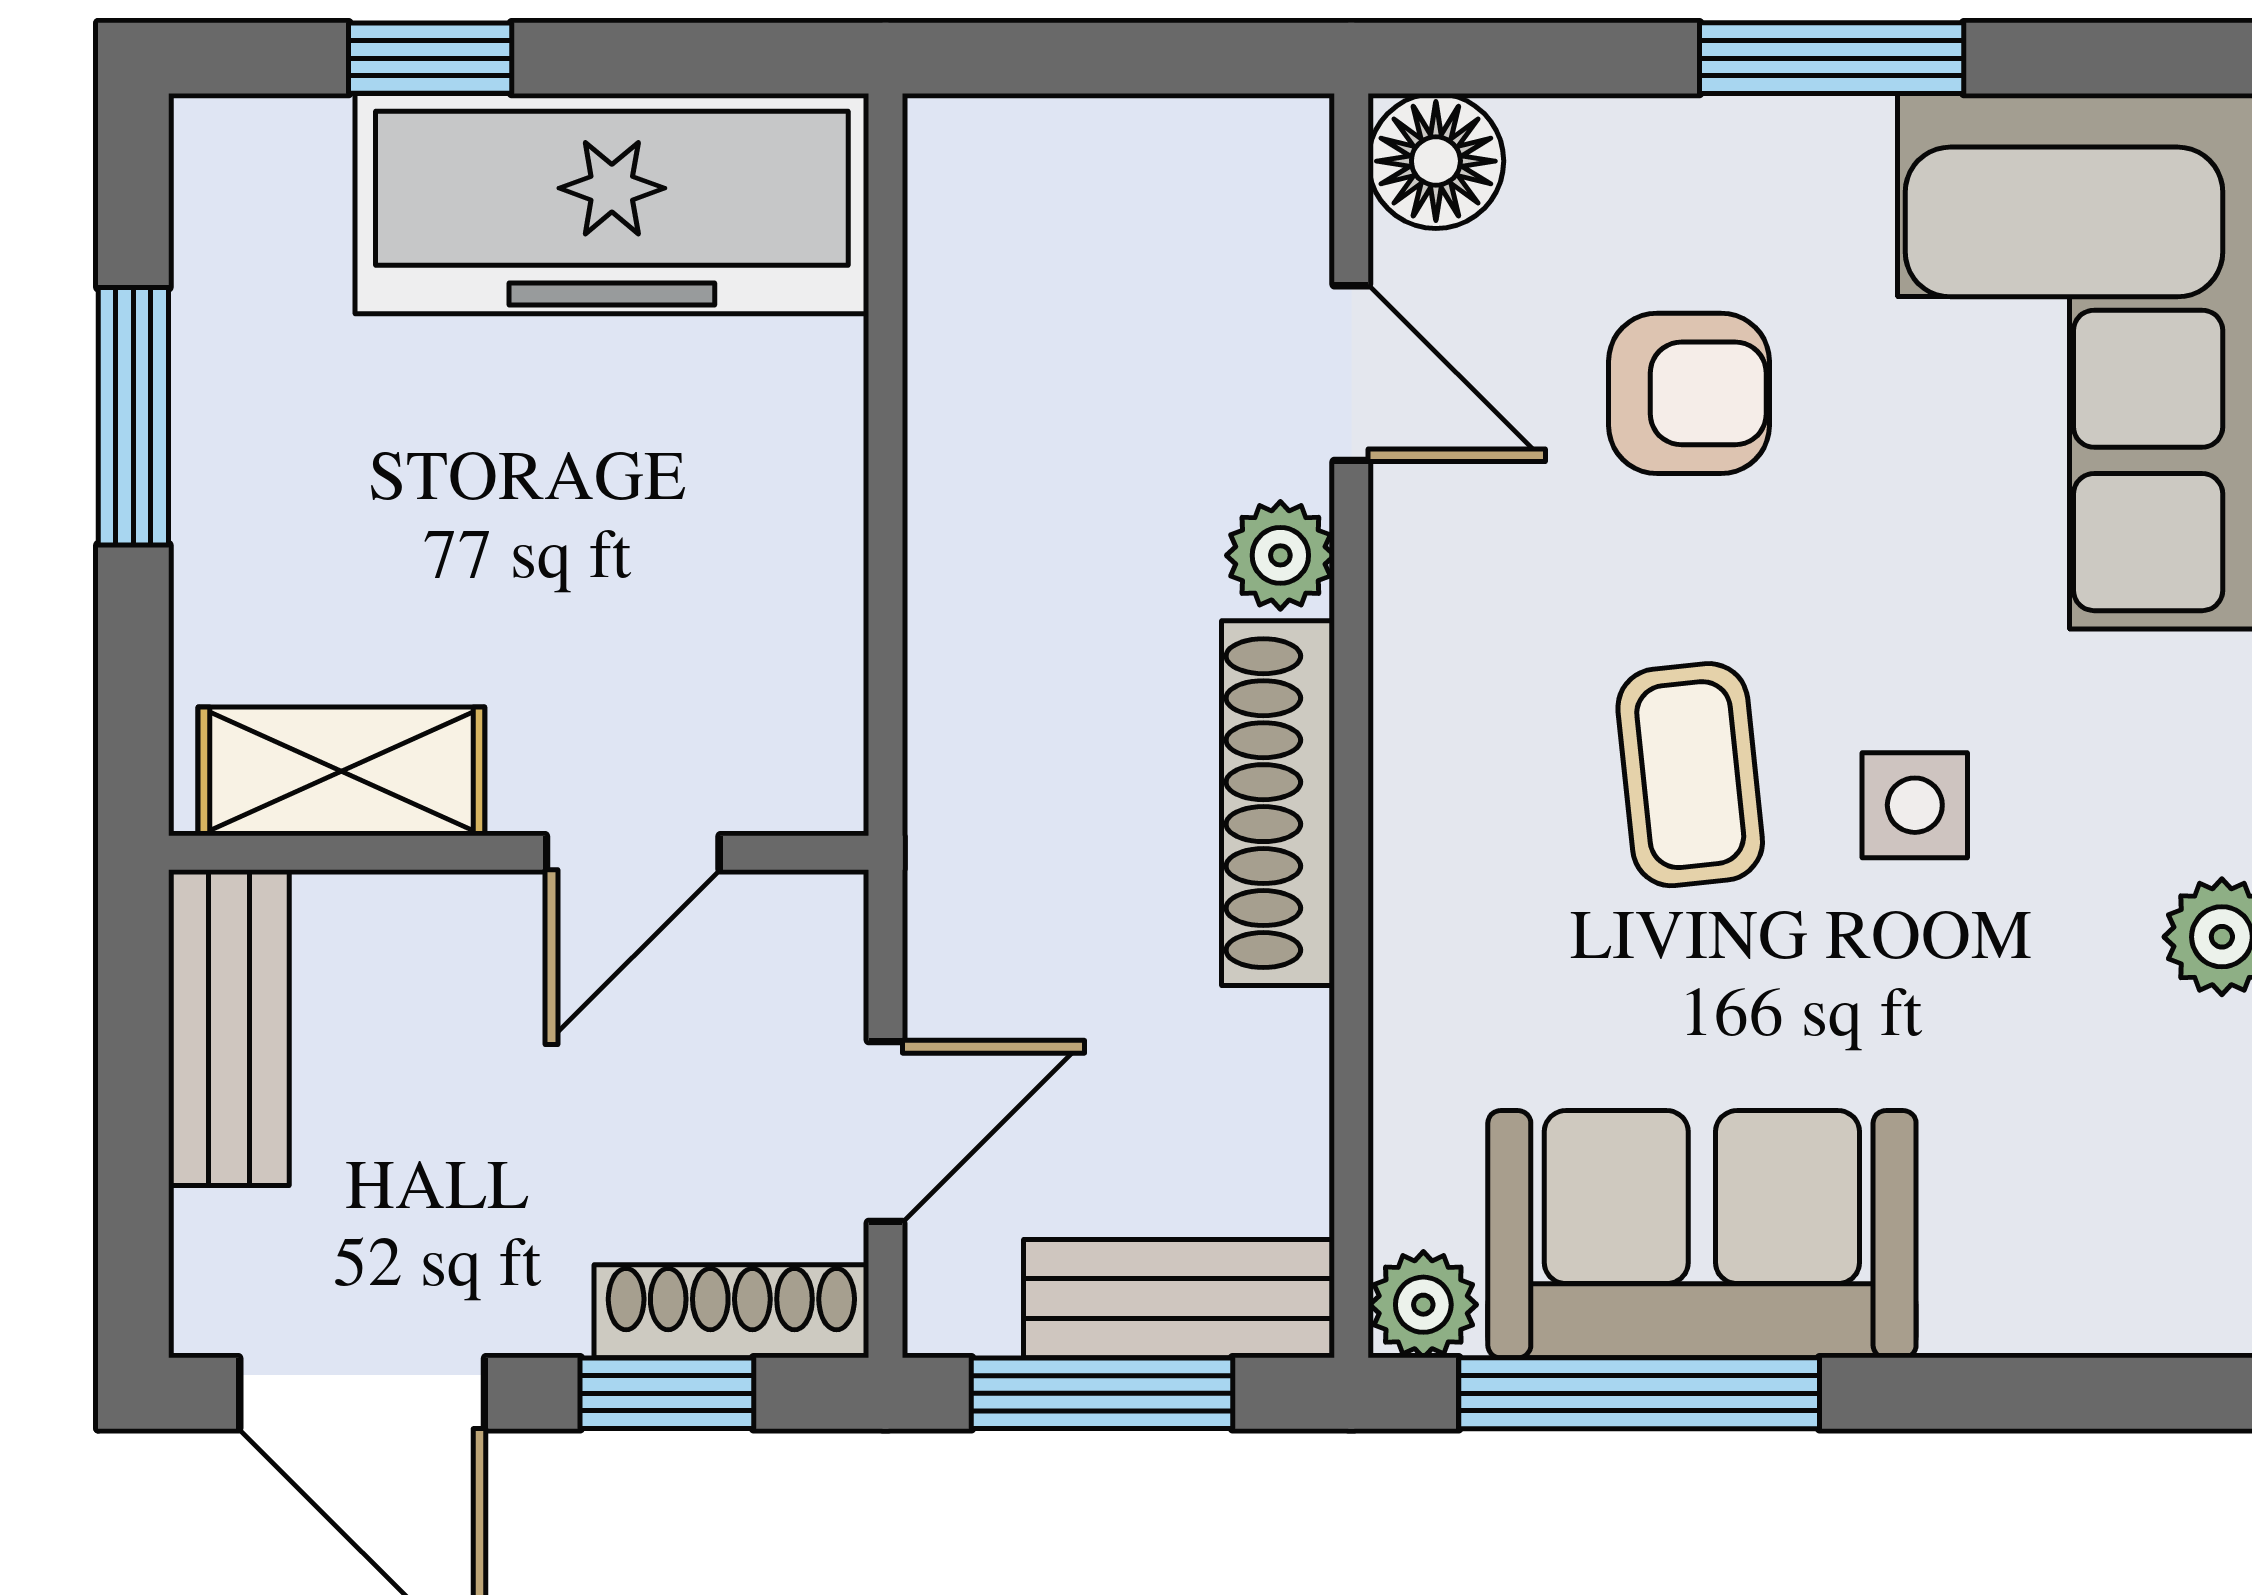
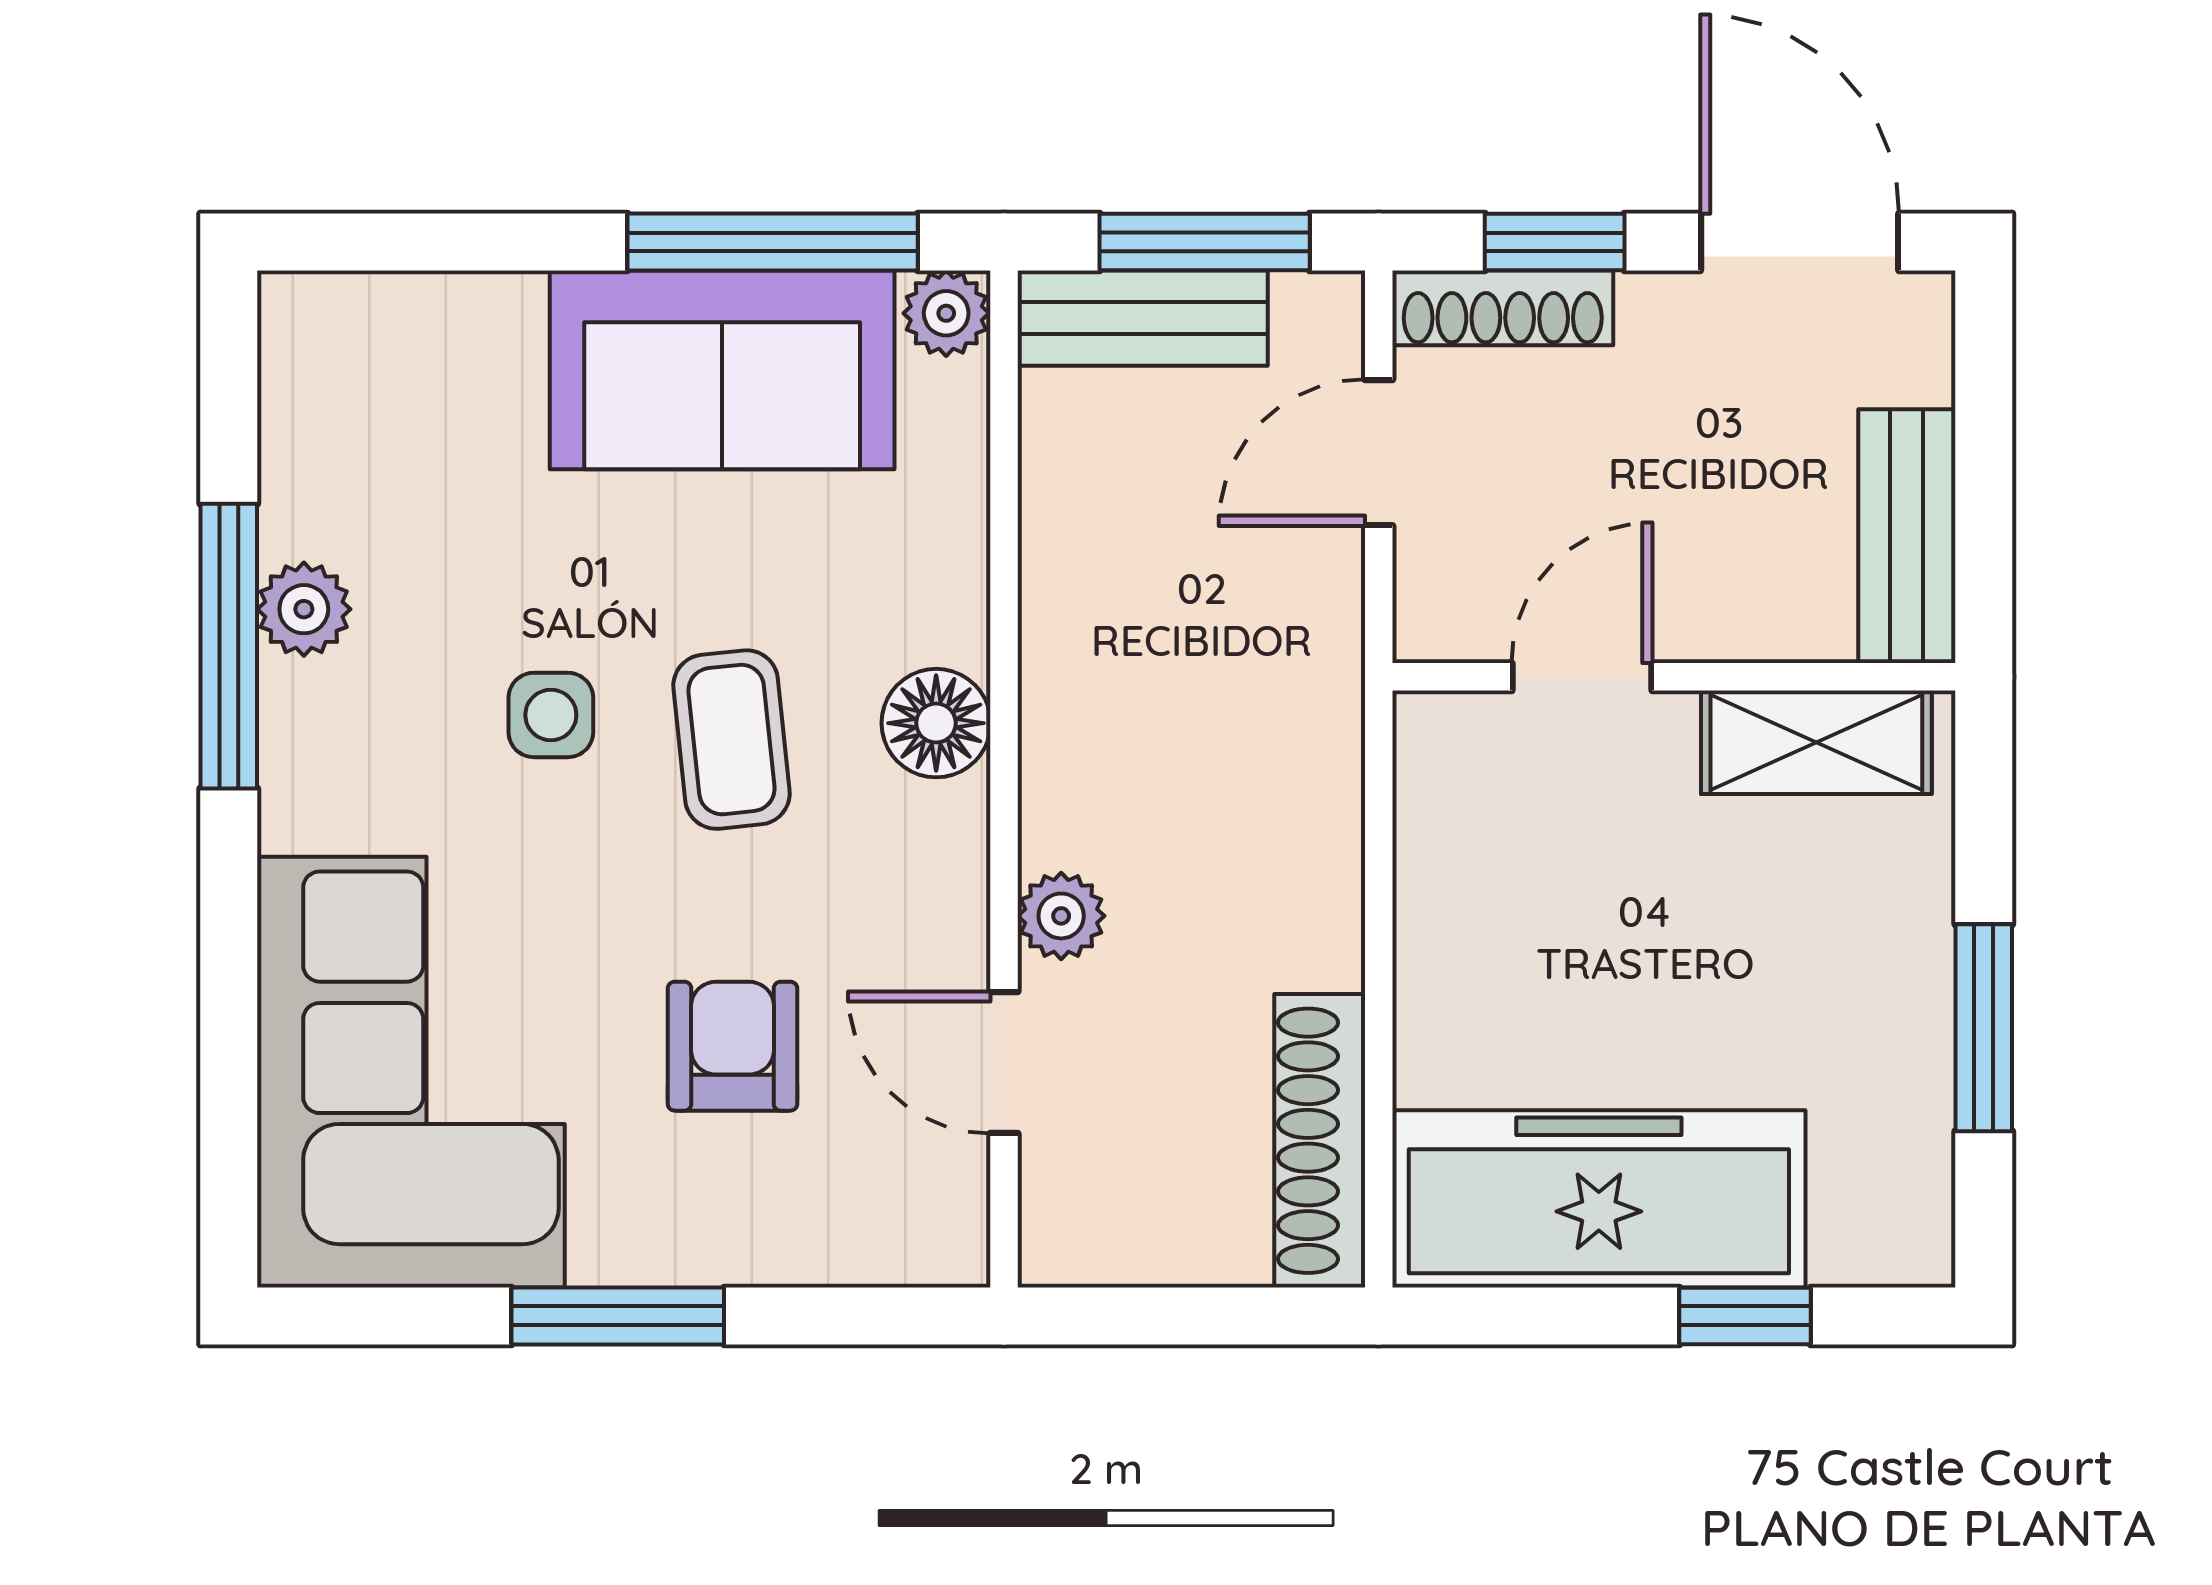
floor lamp: (1436, 161) -> (936, 723), moved
armchair: (1689, 393) -> (732, 1046), turned 90
shoe rack: (1278, 803) -> (1320, 1141), moved, turned 180

